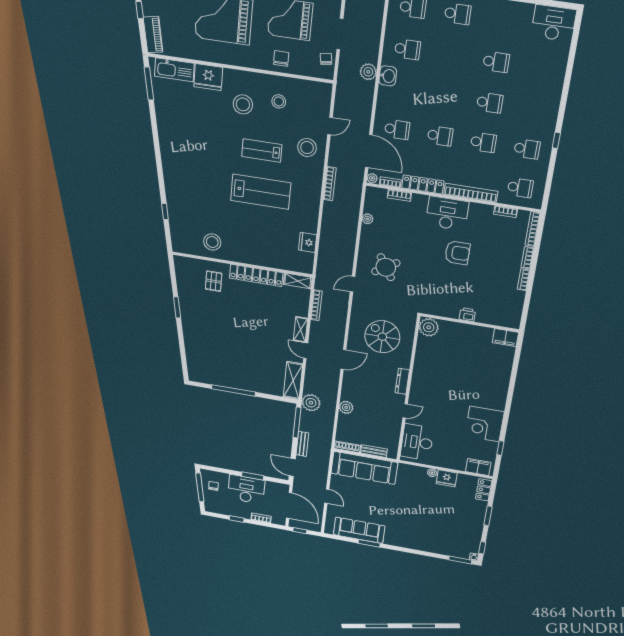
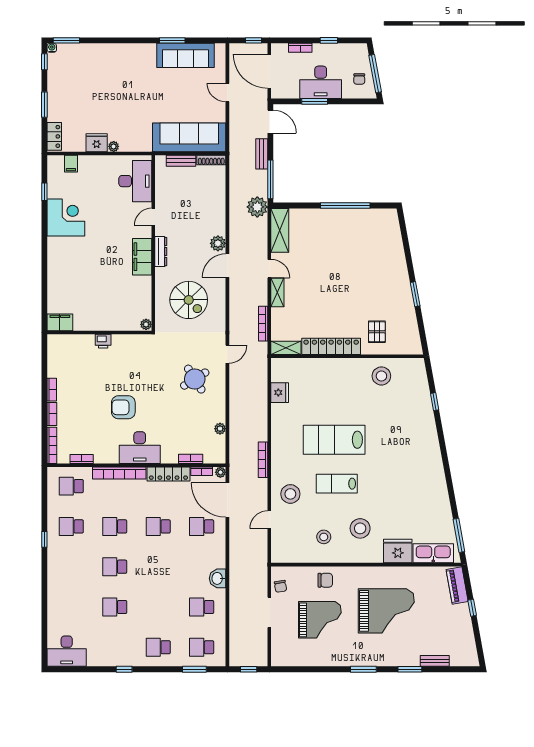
chair: (281, 59) -> (325, 580), turned -90
plant: (368, 72) -> (237, 580), removed
lab bench: (262, 151) -> (337, 484), turned 180
plant: (429, 327) -> (146, 324), width x0.53, depth x0.53
filing cabinet: (420, 380) -> (142, 257), added
plant: (346, 407) -> (218, 243), moved
filing cabinet: (478, 467) -> (71, 164), width x0.50

